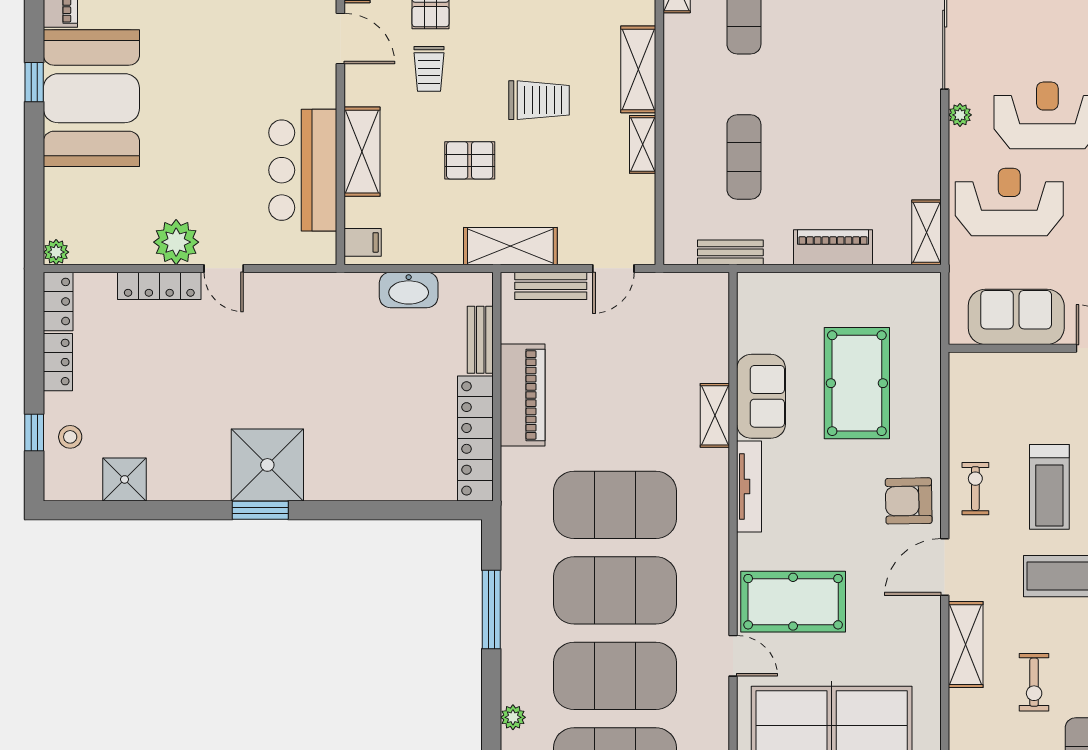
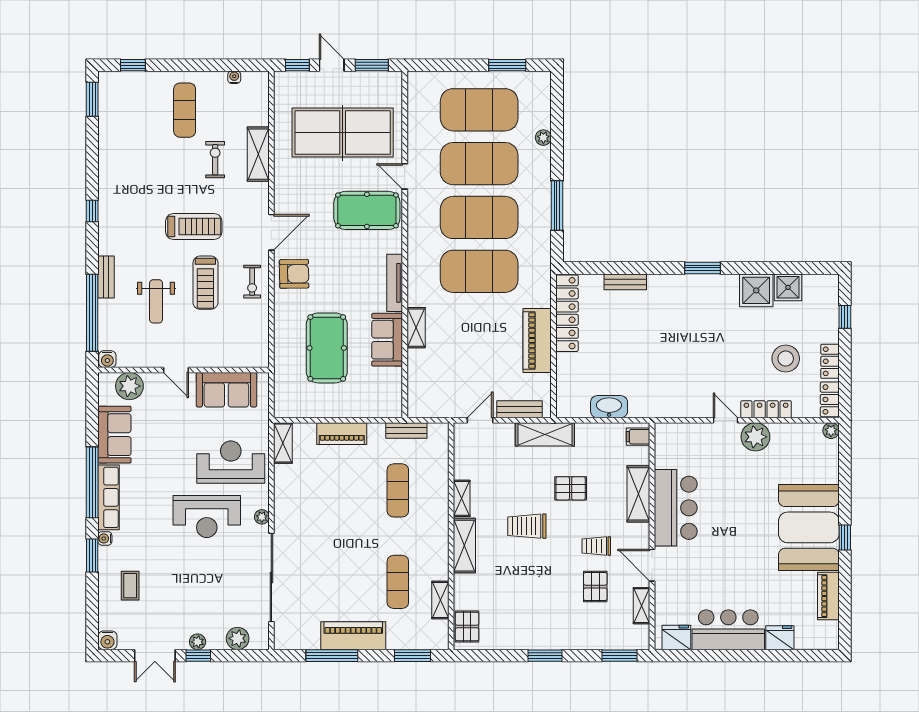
trolley: (429, 69) -> (596, 546), turned -90
bar counter: (303, 170) -> (676, 508), moved
reception desk: (1009, 202) -> (231, 462), turned 180
bench: (480, 340) -> (625, 282), moved, turned 90
stool: (70, 437) -> (786, 359), moved, width x1.89, depth x1.89
shower: (267, 465) -> (756, 290), moved, width x0.73, depth x0.73
treadmill: (1049, 487) -> (205, 283), turned 180
shelving: (966, 645) -> (258, 154), moved

